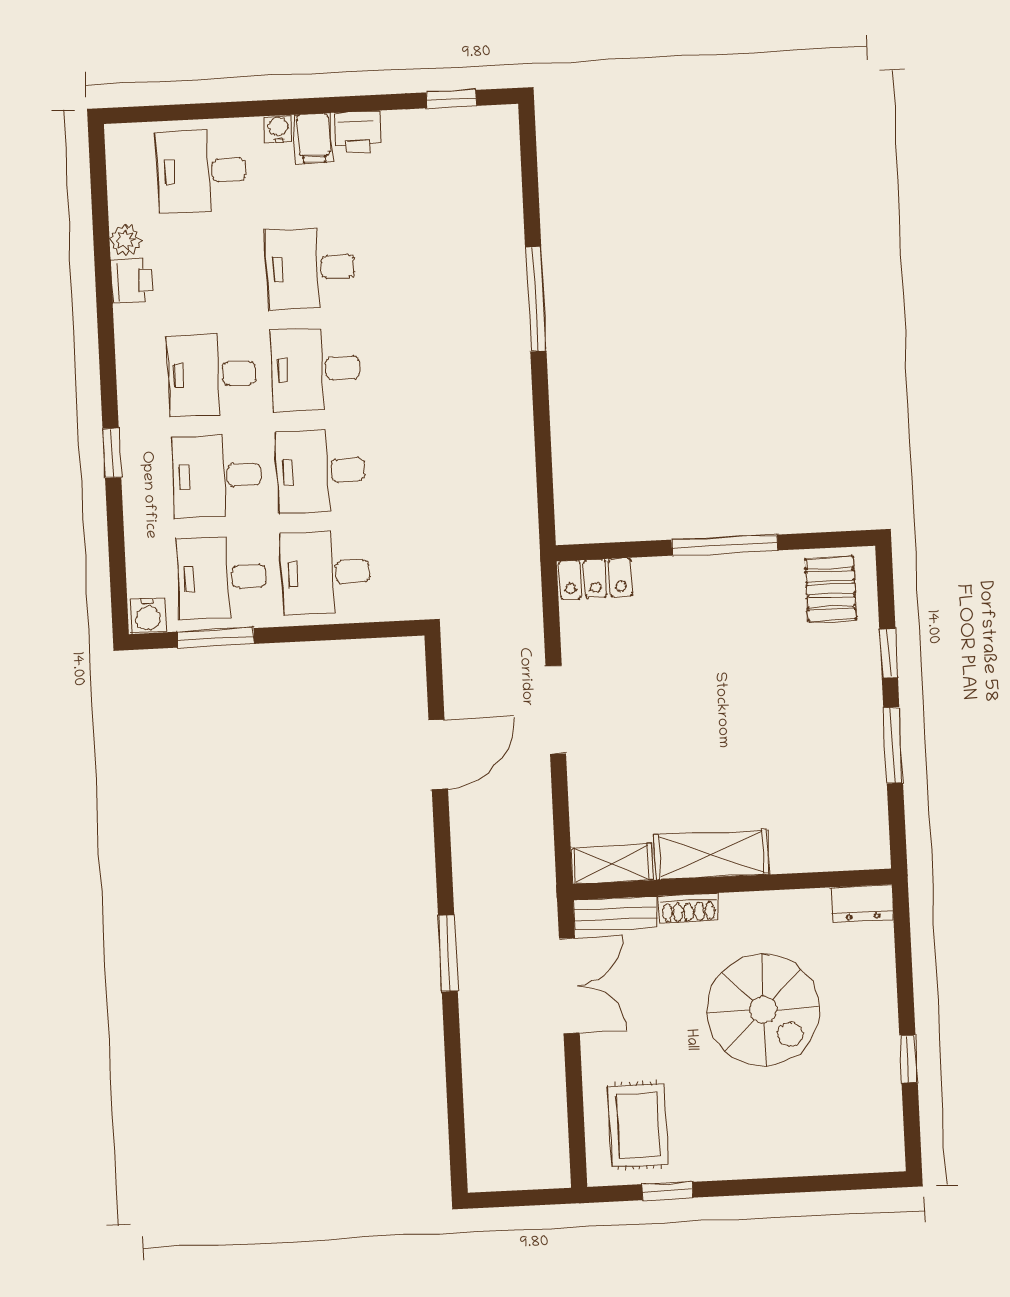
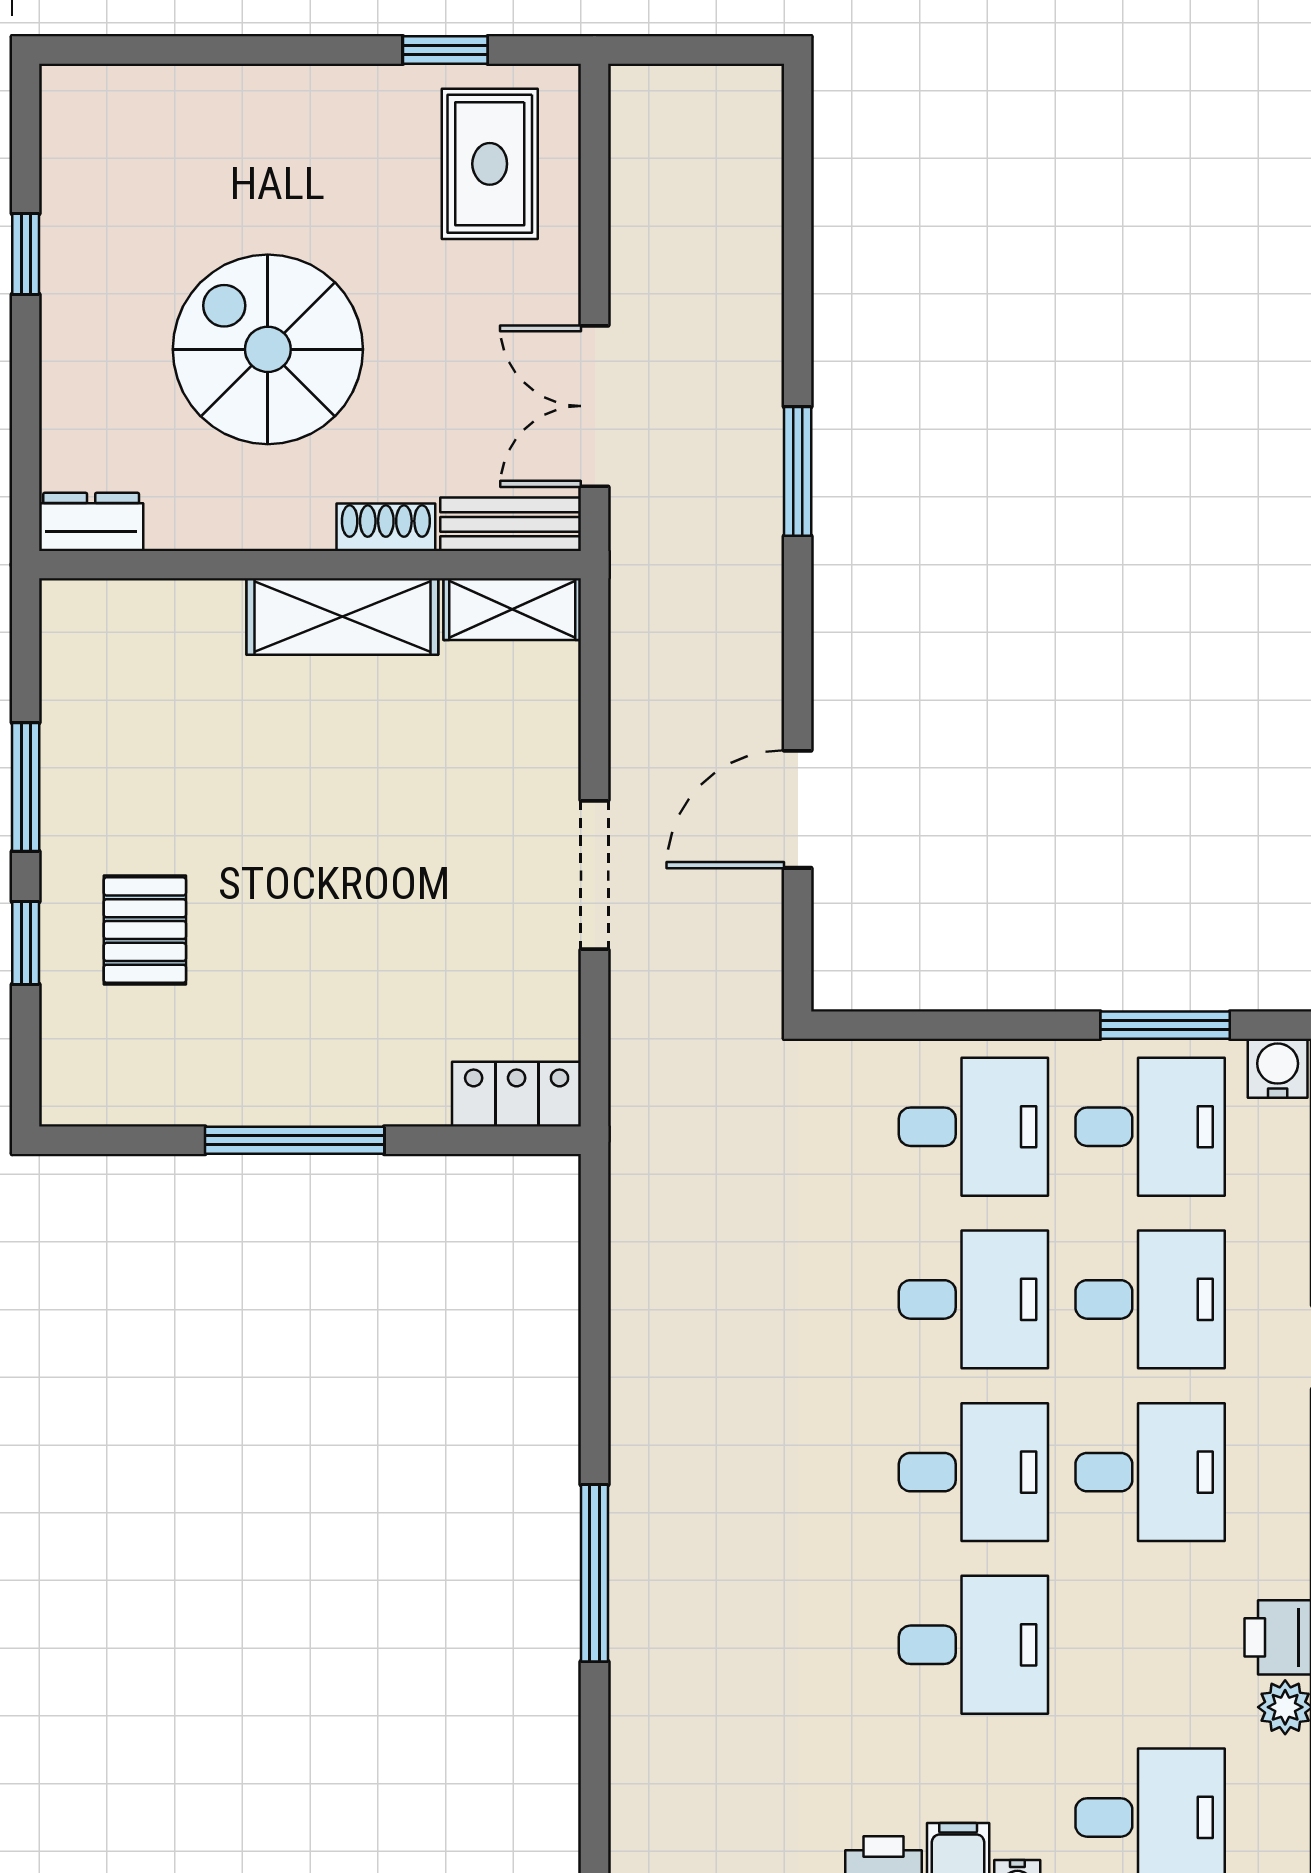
pallet: (831, 589) -> (145, 930), moved

